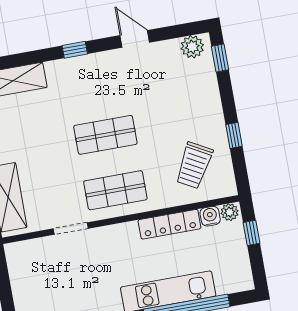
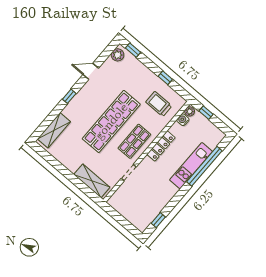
shop shelf: (105, 135) -> (111, 121), width x2.00, depth x1.36
trolley: (194, 165) -> (159, 104), turned 151
locker: (169, 224) -> (161, 146), moved

